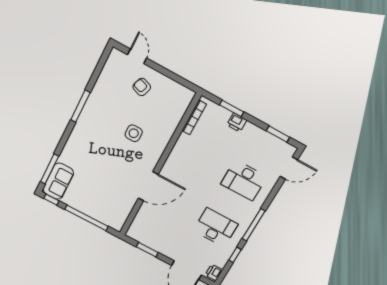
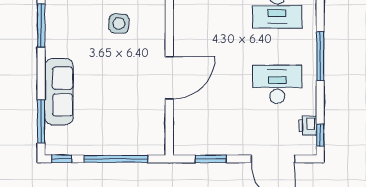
sofa: (58, 181) -> (59, 92), moved, width x1.36
window: (235, 255) -> (320, 135), moved
printer: (214, 272) -> (308, 126), moved

